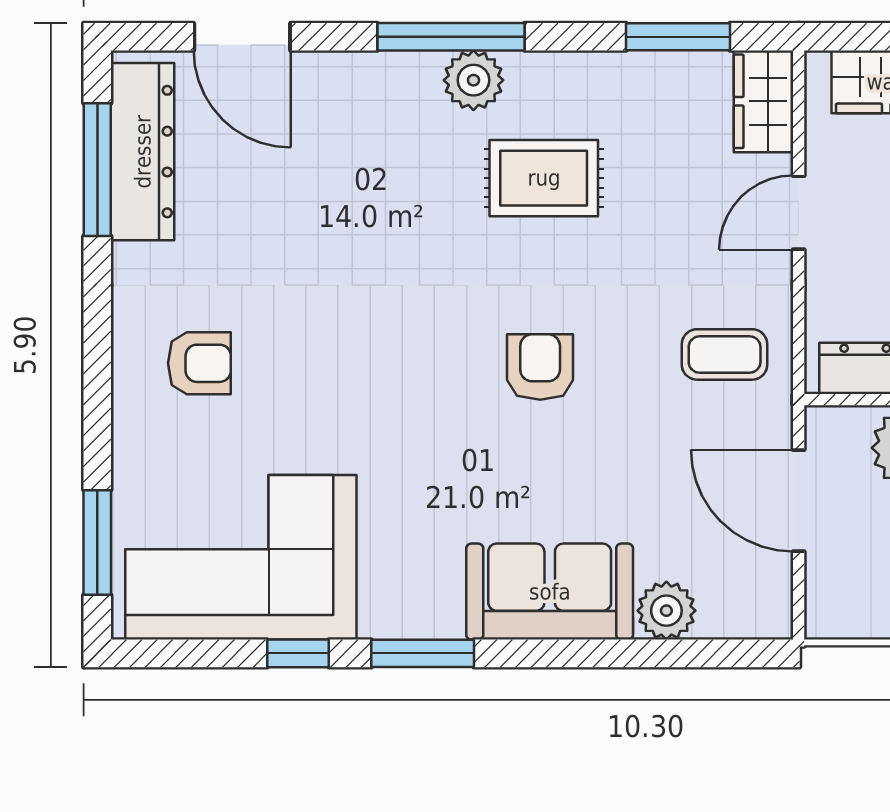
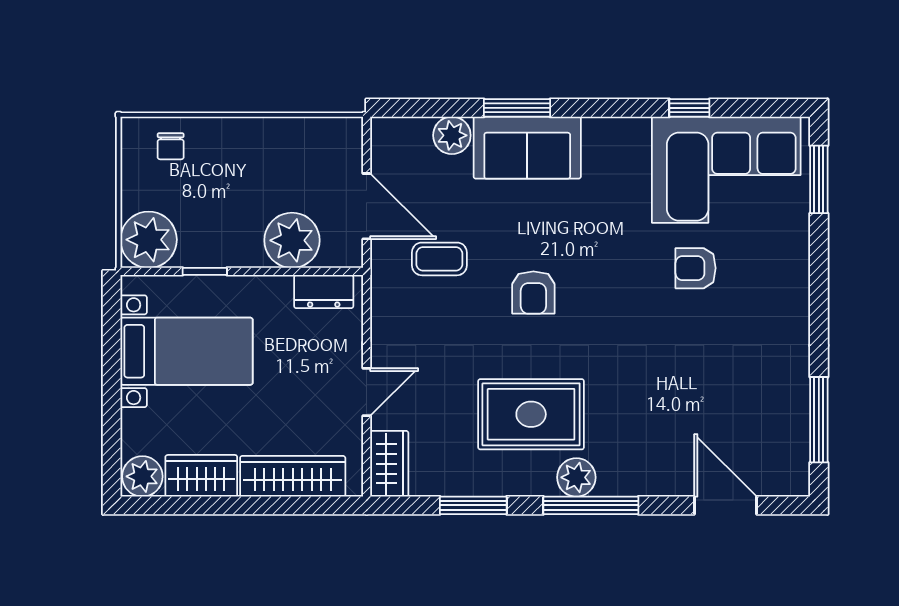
window: (678, 37) -> (473, 505), moved
dresser: (143, 152) -> (790, 431), removed
rug: (544, 178) -> (531, 414), width x1.36, depth x1.43
coffee table: (725, 354) -> (439, 259), moved
armchair: (199, 363) -> (696, 268), moved
window: (423, 653) -> (517, 108), moved

